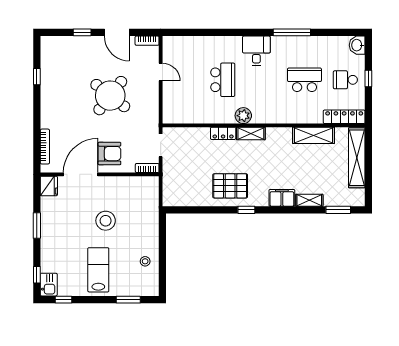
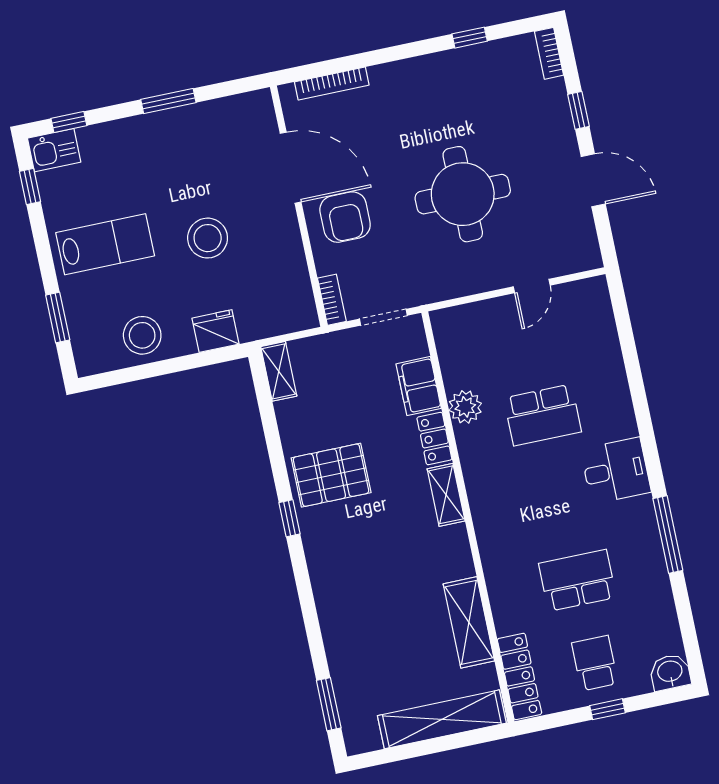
door: (117, 32) -> (593, 180), swing flipped
bookcase: (147, 41) -> (549, 53), moved
school desk: (304, 80) -> (577, 580), turned -90
round table: (110, 96) -> (463, 194), turned -38
plant: (243, 116) -> (465, 407), moved
fridge: (49, 186) -> (216, 331), moved, turned 180
pallet: (230, 186) -> (331, 475), turned 90
filing cabinet: (282, 198) -> (419, 386), moved, turned 180
shelving: (309, 200) -> (279, 371), moved
stool: (145, 261) -> (142, 335), width x1.89, depth x1.89

